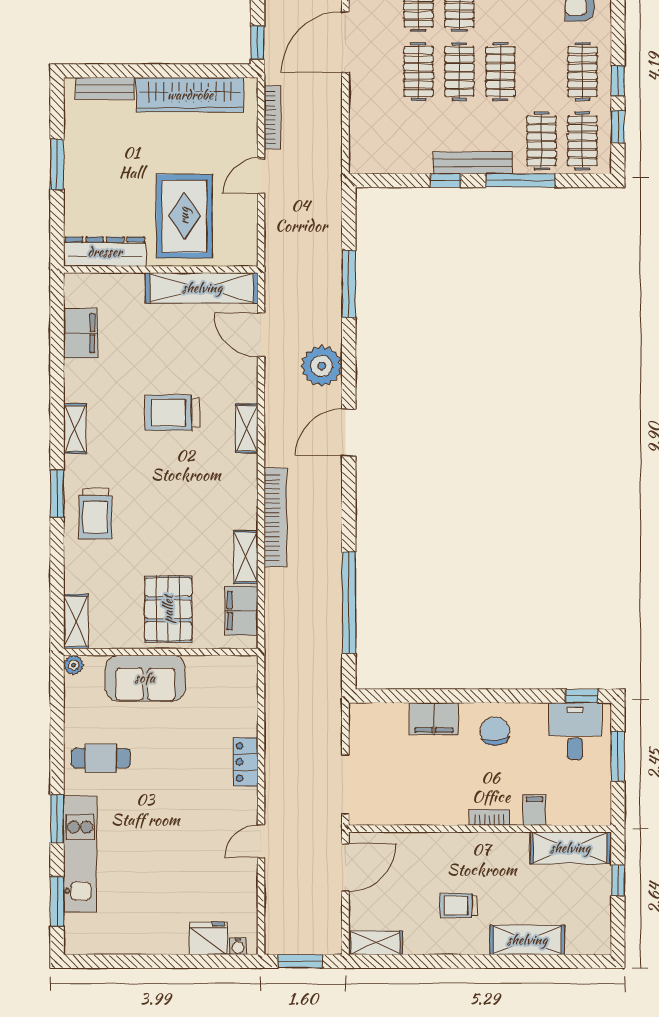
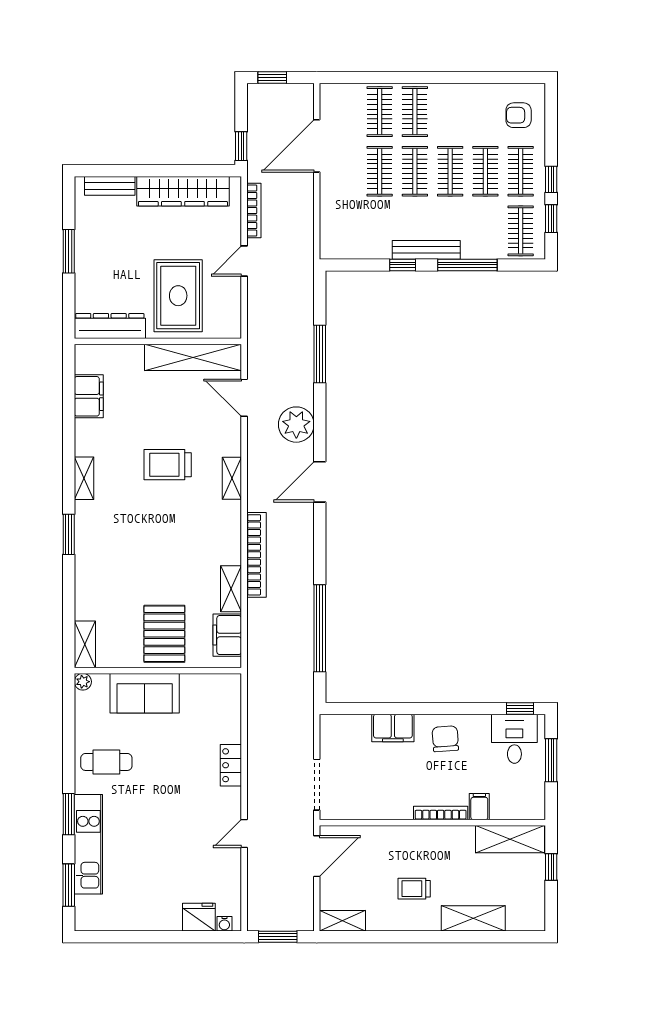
clothes rail: (541, 141) -> (485, 171), moved
trolley: (95, 514) -> (102, 551), removed
bookcase: (489, 817) -> (441, 813), width x1.56

